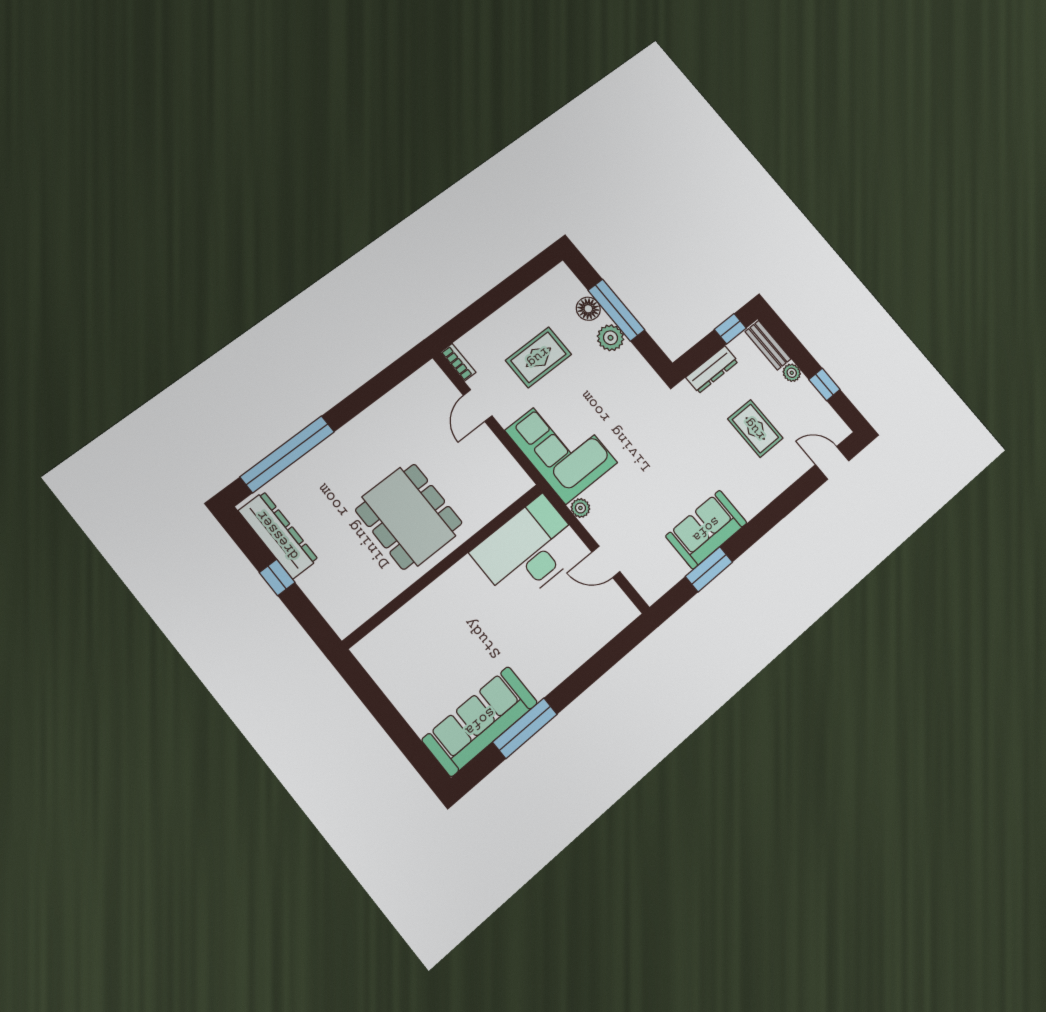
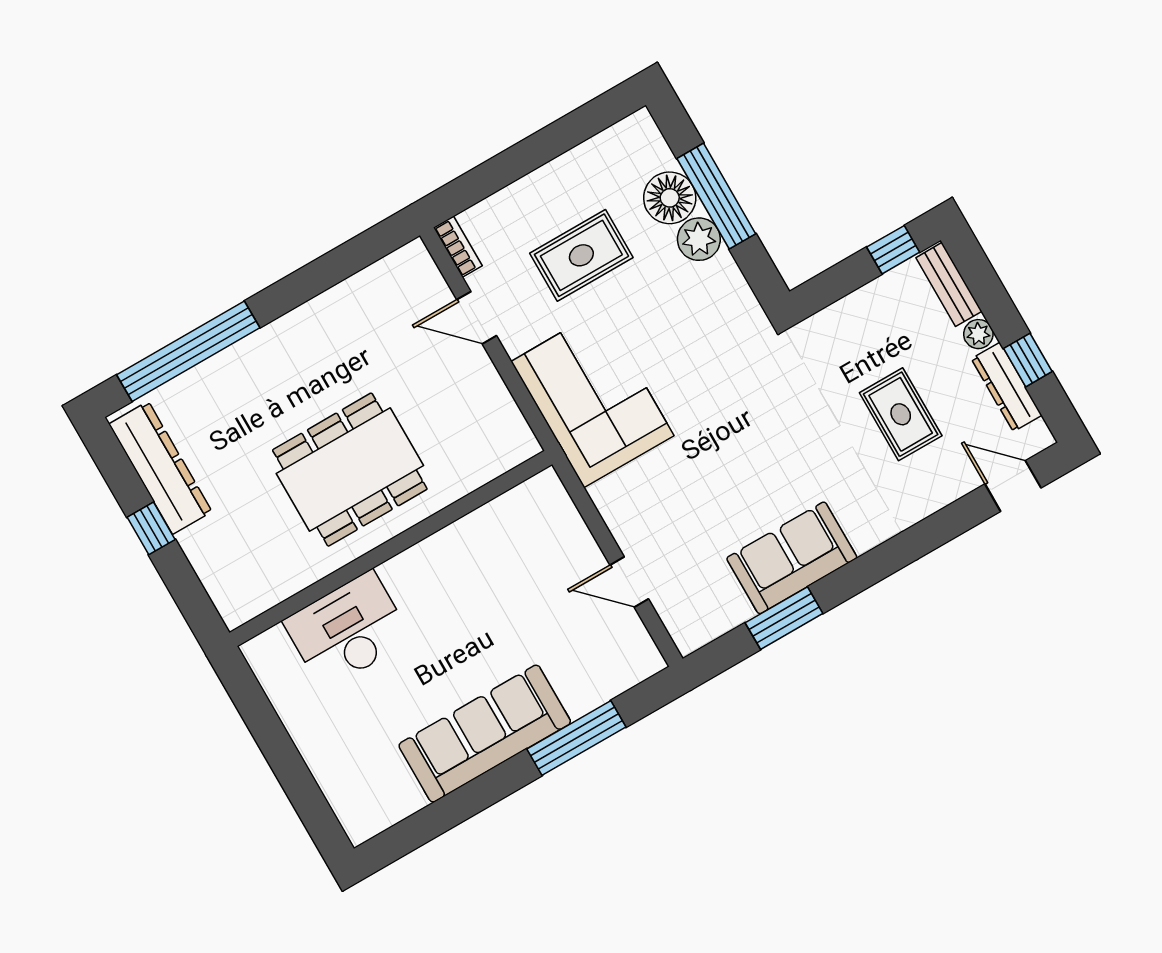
floor lamp: (588, 309) -> (670, 198), width x1.38, depth x1.38
dresser: (712, 369) -> (1007, 387), moved, turned 90
door: (478, 406) -> (477, 318), hinge flipped
plant: (580, 508) -> (605, 496), removed
dining table: (409, 516) -> (350, 470), turned 90
desk: (529, 550) -> (348, 630), moved, width x0.73, depth x0.77
sofa: (480, 721) -> (485, 734), moved
window: (525, 728) -> (576, 738), moved

